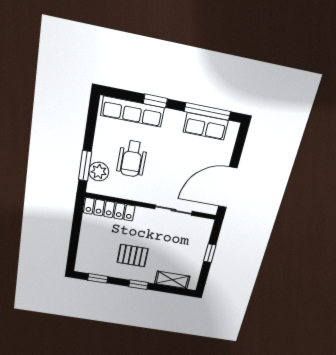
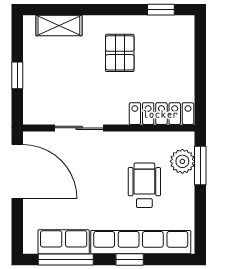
row of seats: (132, 112) -> (141, 242), width x1.36
door: (228, 187) -> (17, 171), hinge flipped
pallet: (133, 256) -> (120, 53), turned 90
window: (138, 285) -> (104, 10), removed

